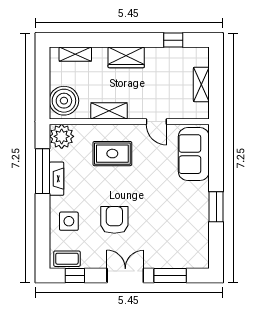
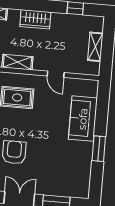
sofa: (194, 154) -> (83, 119), moved

